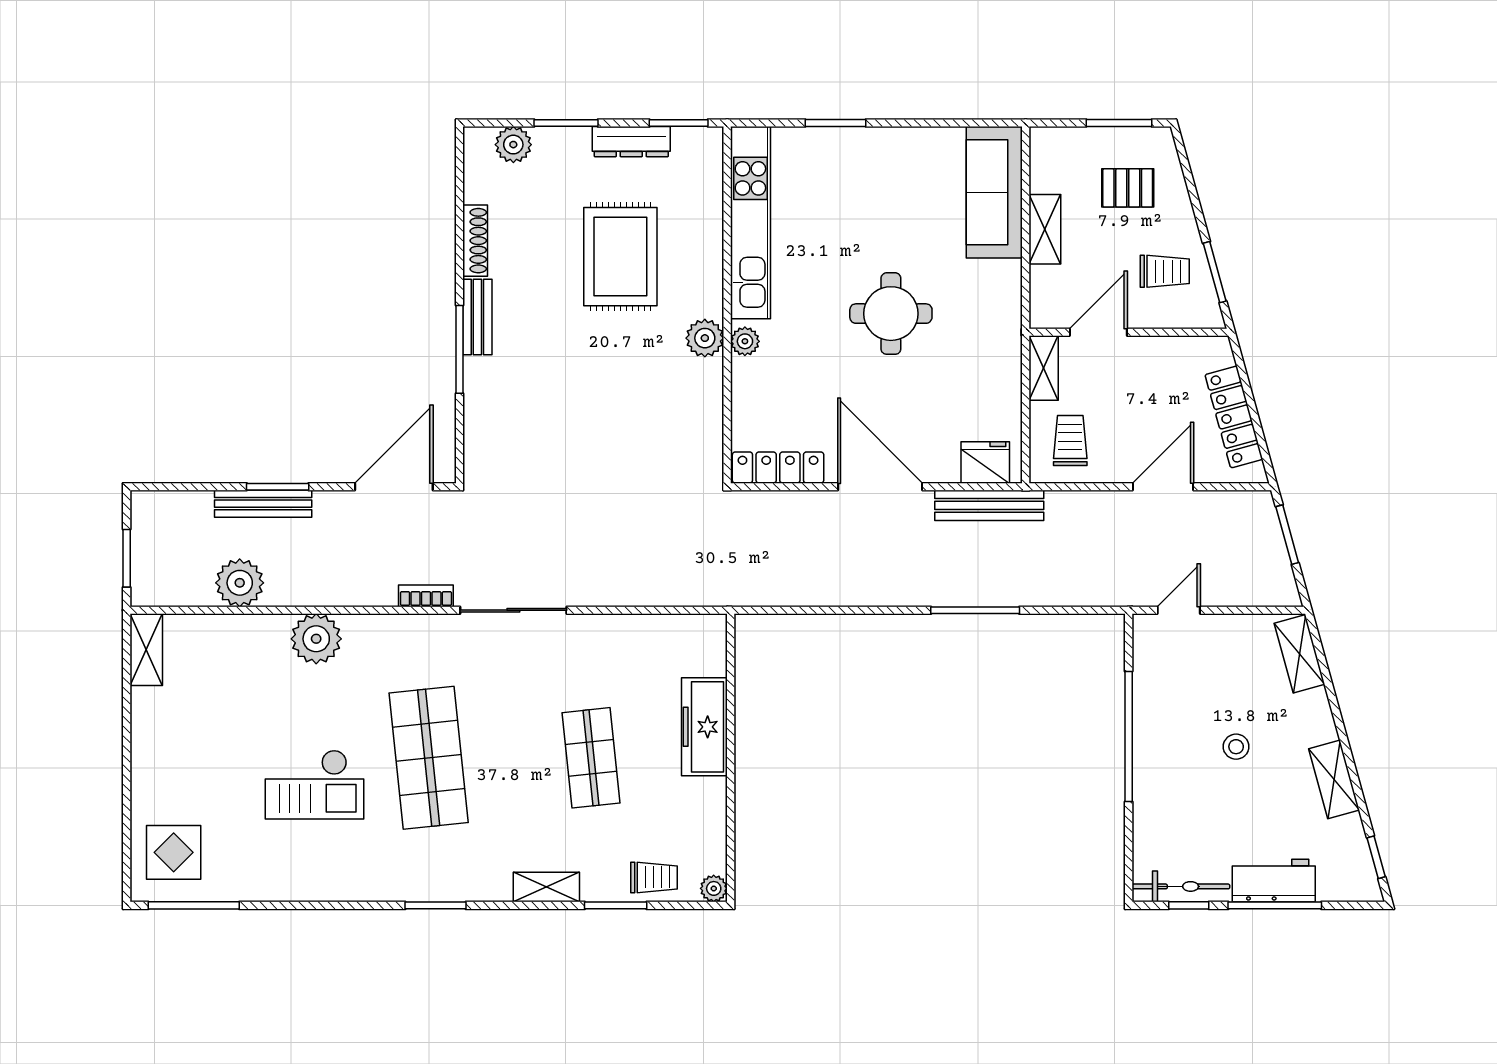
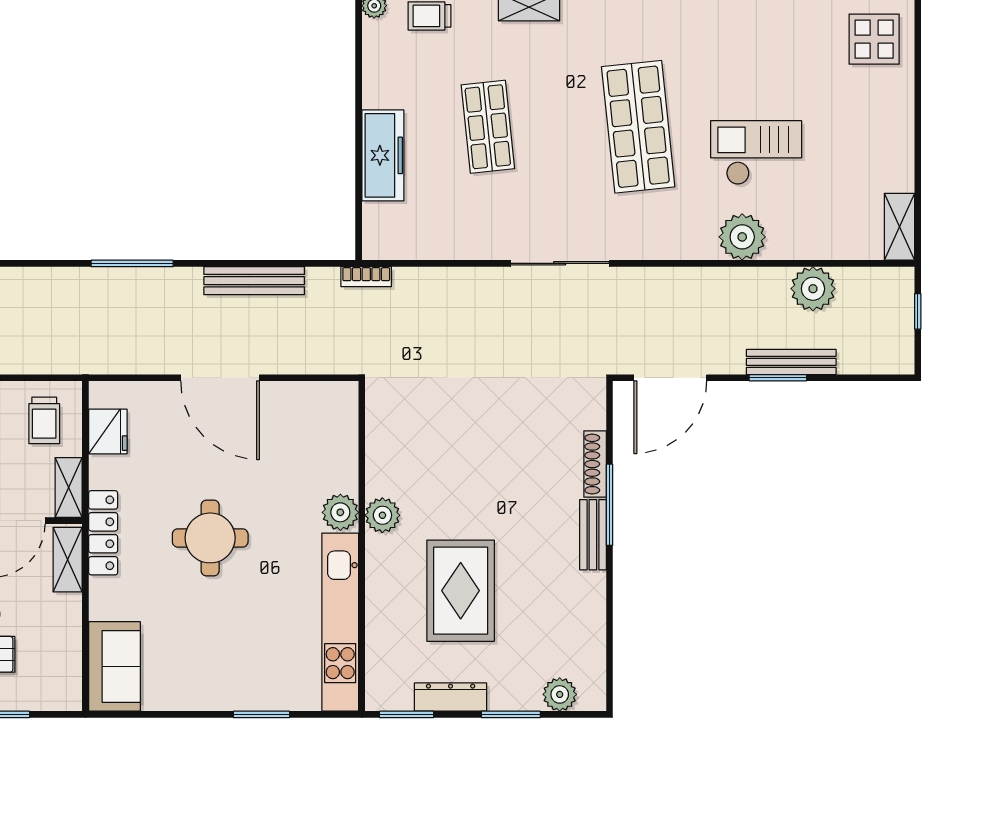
sofa: (994, 192) -> (114, 666), width x0.73
shelving: (1045, 229) -> (68, 560), moved
shoe rack: (475, 241) -> (595, 464), moved
plant: (745, 341) -> (340, 512), width x1.38, depth x1.38
fridge: (985, 462) -> (108, 432), moved, turned -90
locker: (778, 468) -> (103, 533), moved, turned -90
bench: (989, 505) -> (254, 281), moved
window: (127, 558) -> (918, 311), width x0.67
bookcase: (426, 596) -> (366, 277), moved
checkout: (314, 784) -> (756, 153), moved

